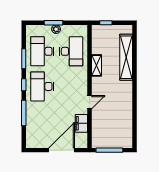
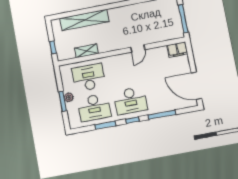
shelving: (97, 65) -> (86, 51), moved
door: (90, 102) -> (138, 48), swing flipped
filing cabinet: (81, 123) -> (177, 50), moved
door: (61, 150) -> (196, 86), moved

